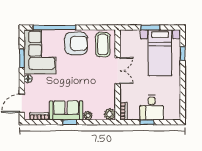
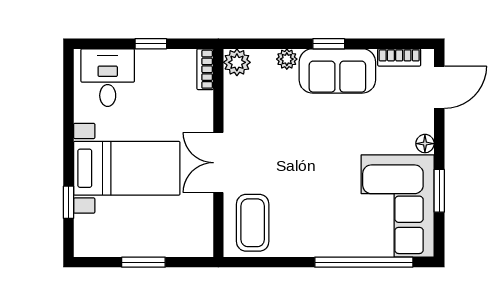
armchair: (76, 43) -> (314, 225), removed
bed with nightstands: (160, 53) -> (127, 168), moved, turned 90
desk: (152, 108) -> (108, 78), moved

